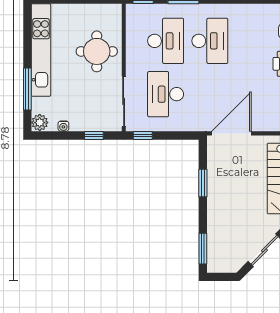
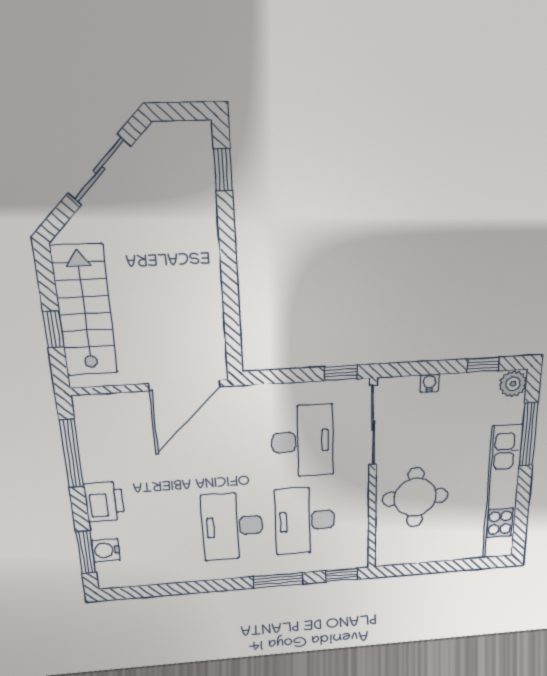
water cooler: (63, 126) -> (430, 383), moved
window: (94, 135) -> (483, 365), moved
window: (203, 183) -> (230, 296), removed
window: (203, 249) -> (223, 170), width x0.67

